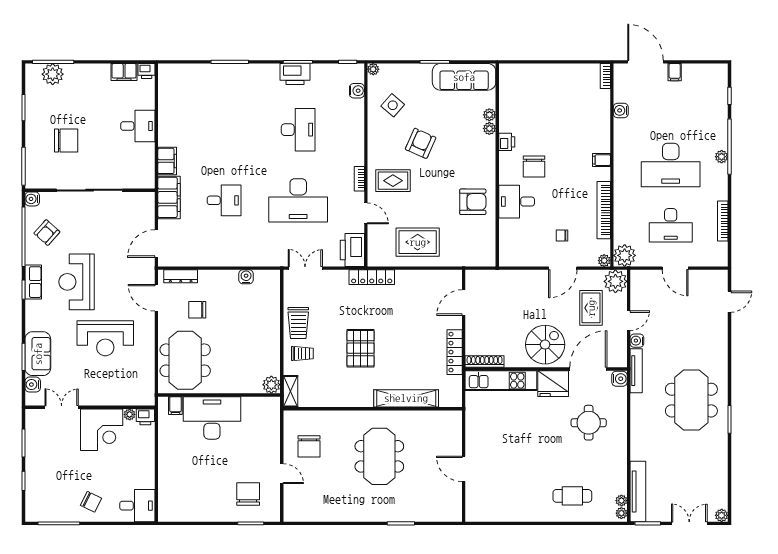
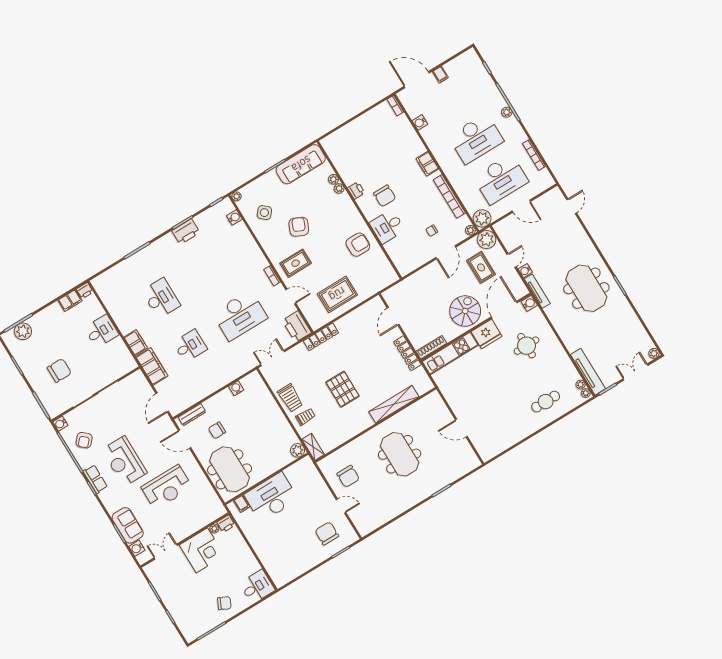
desk: (298, 130) -> (161, 298), moved
filing cabinet: (601, 160) -> (427, 164), width x2.00
desk: (671, 225) -> (501, 179), width x1.36, depth x1.30

